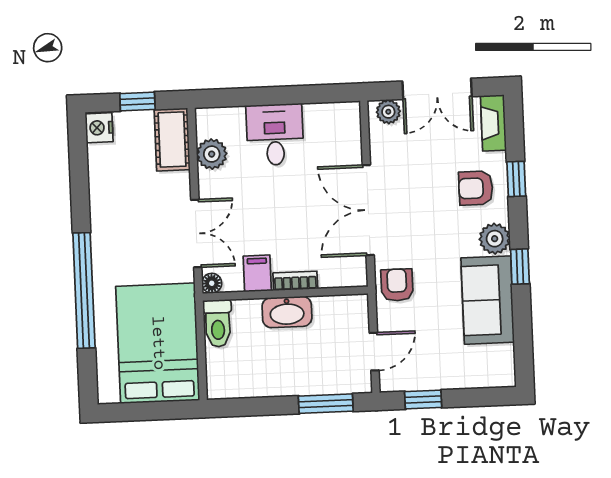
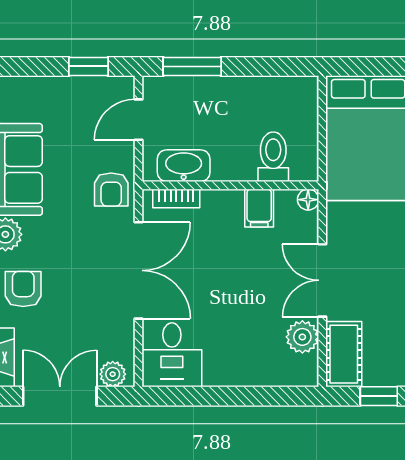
desk: (275, 135) -> (172, 355), moved
armchair: (476, 188) -> (23, 289), turned -90
double door: (196, 234) -> (322, 280), moved
bookcase: (295, 281) -> (176, 198), moved
washbasin: (287, 312) -> (184, 166), moved
toilet: (218, 323) -> (273, 157), moved

